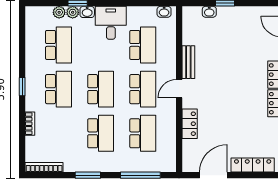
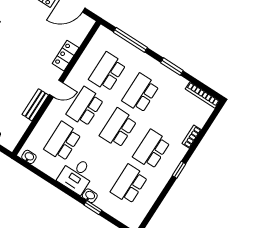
plant: (59, 12) -> (112, 210), removed
plant: (73, 12) -> (101, 203), removed

